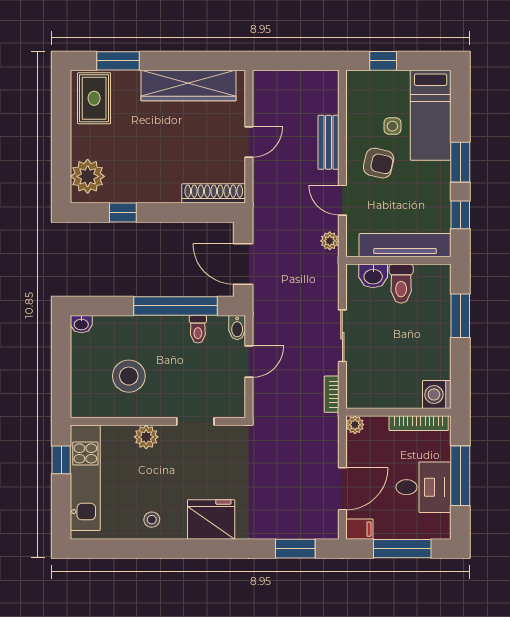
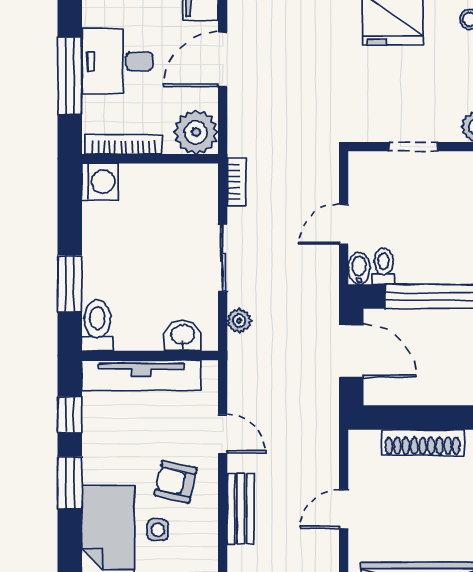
shoe rack: (214, 193) -> (423, 442), moved
plant: (330, 241) -> (239, 321), moved
toilet: (401, 284) -> (97, 325), moved
toilet: (198, 329) -> (383, 266), moved
plant: (355, 425) -> (196, 132), width x1.87, depth x1.87

